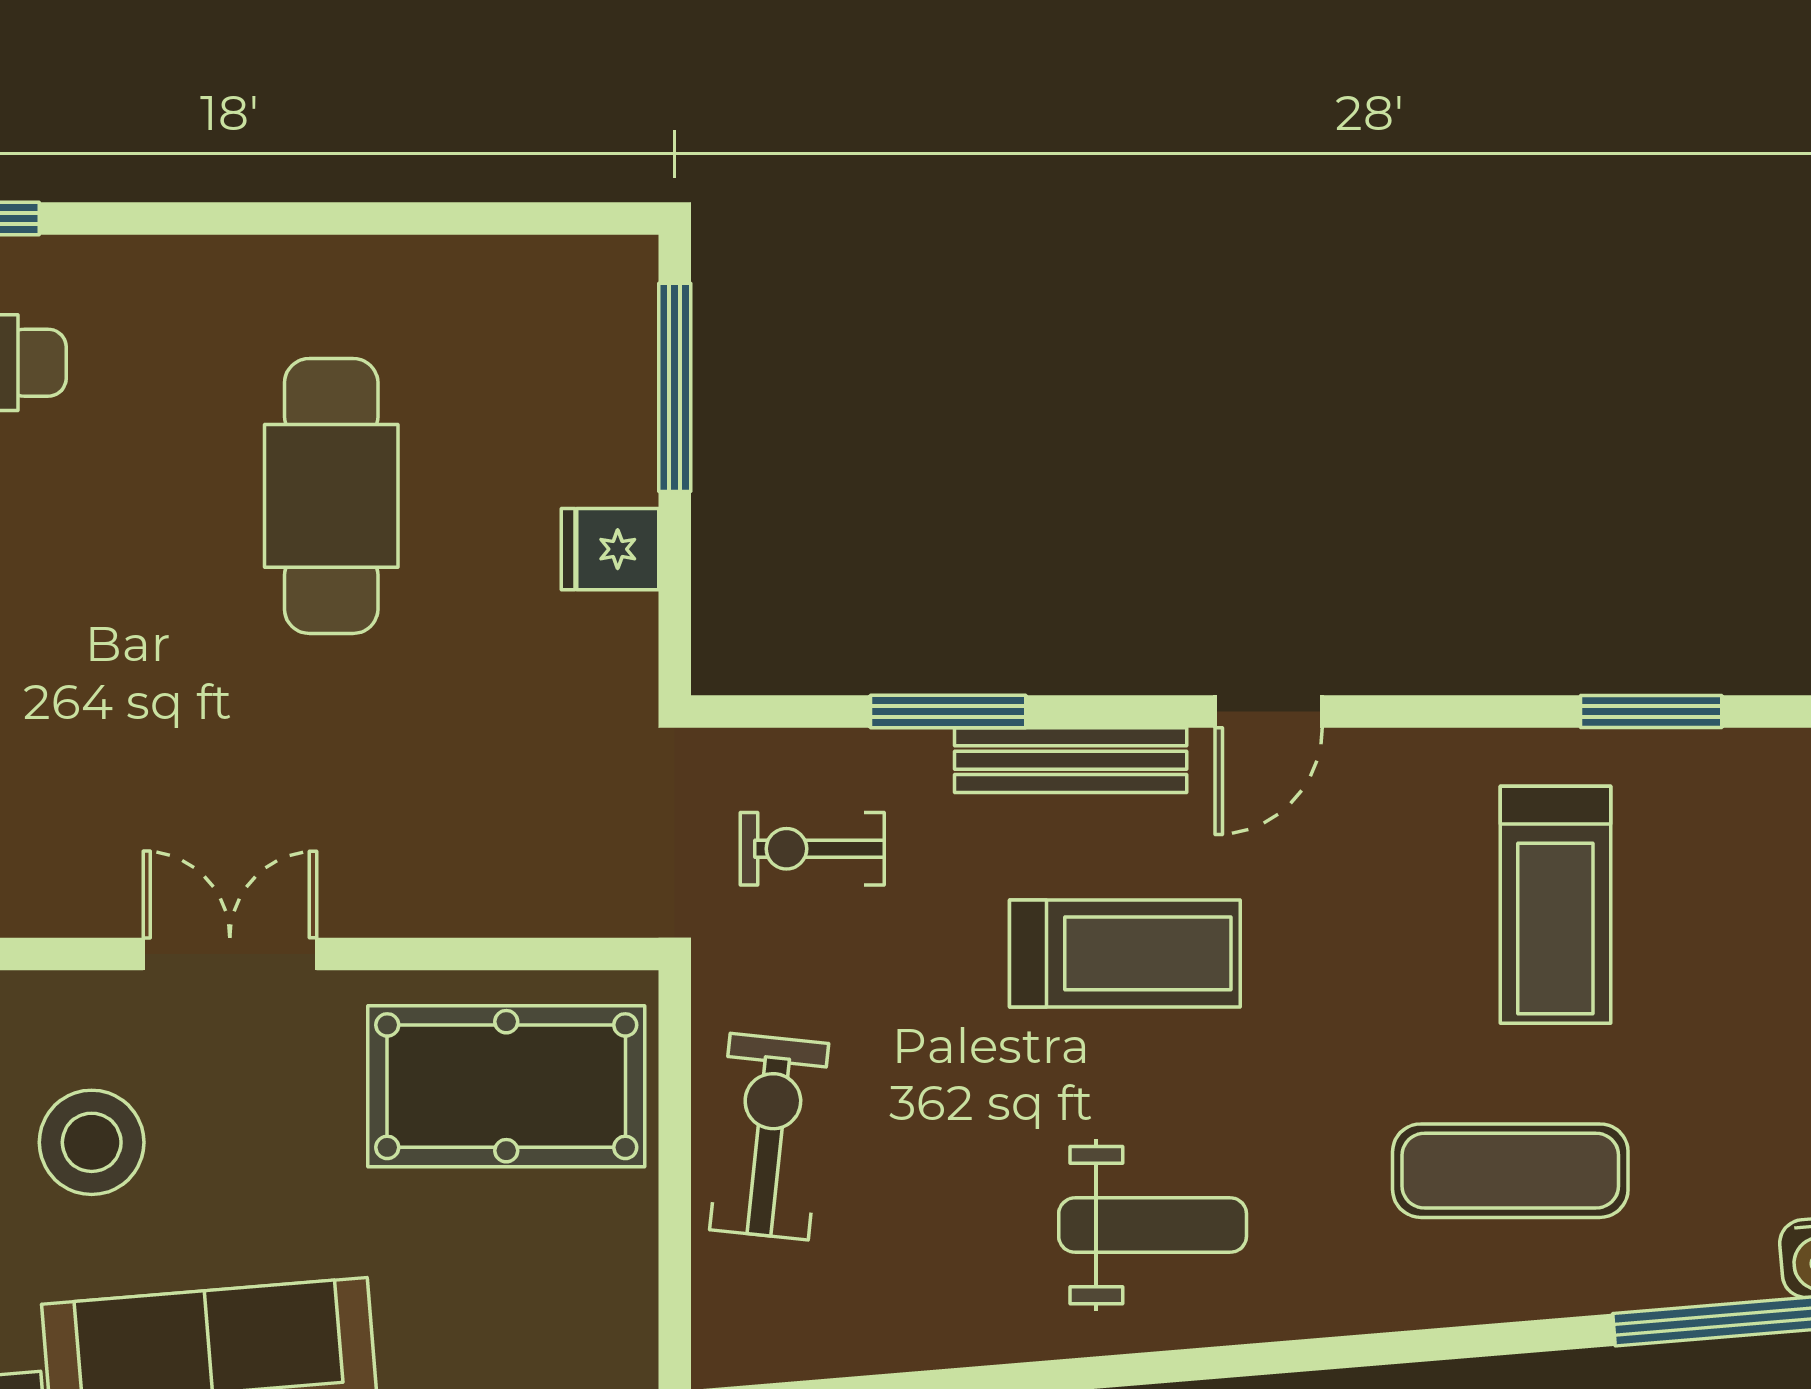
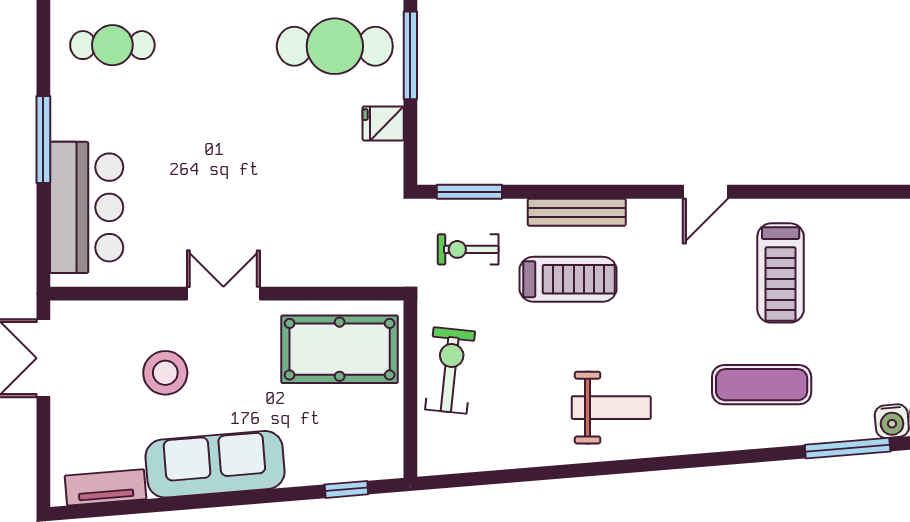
cafe table: (331, 496) -> (335, 46), moved, turned 90
window: (948, 712) -> (469, 192), moved
door: (1269, 712) -> (705, 192), moved
window: (1651, 712) -> (821, 192), removed
treadmill: (1125, 953) -> (568, 279), moved

